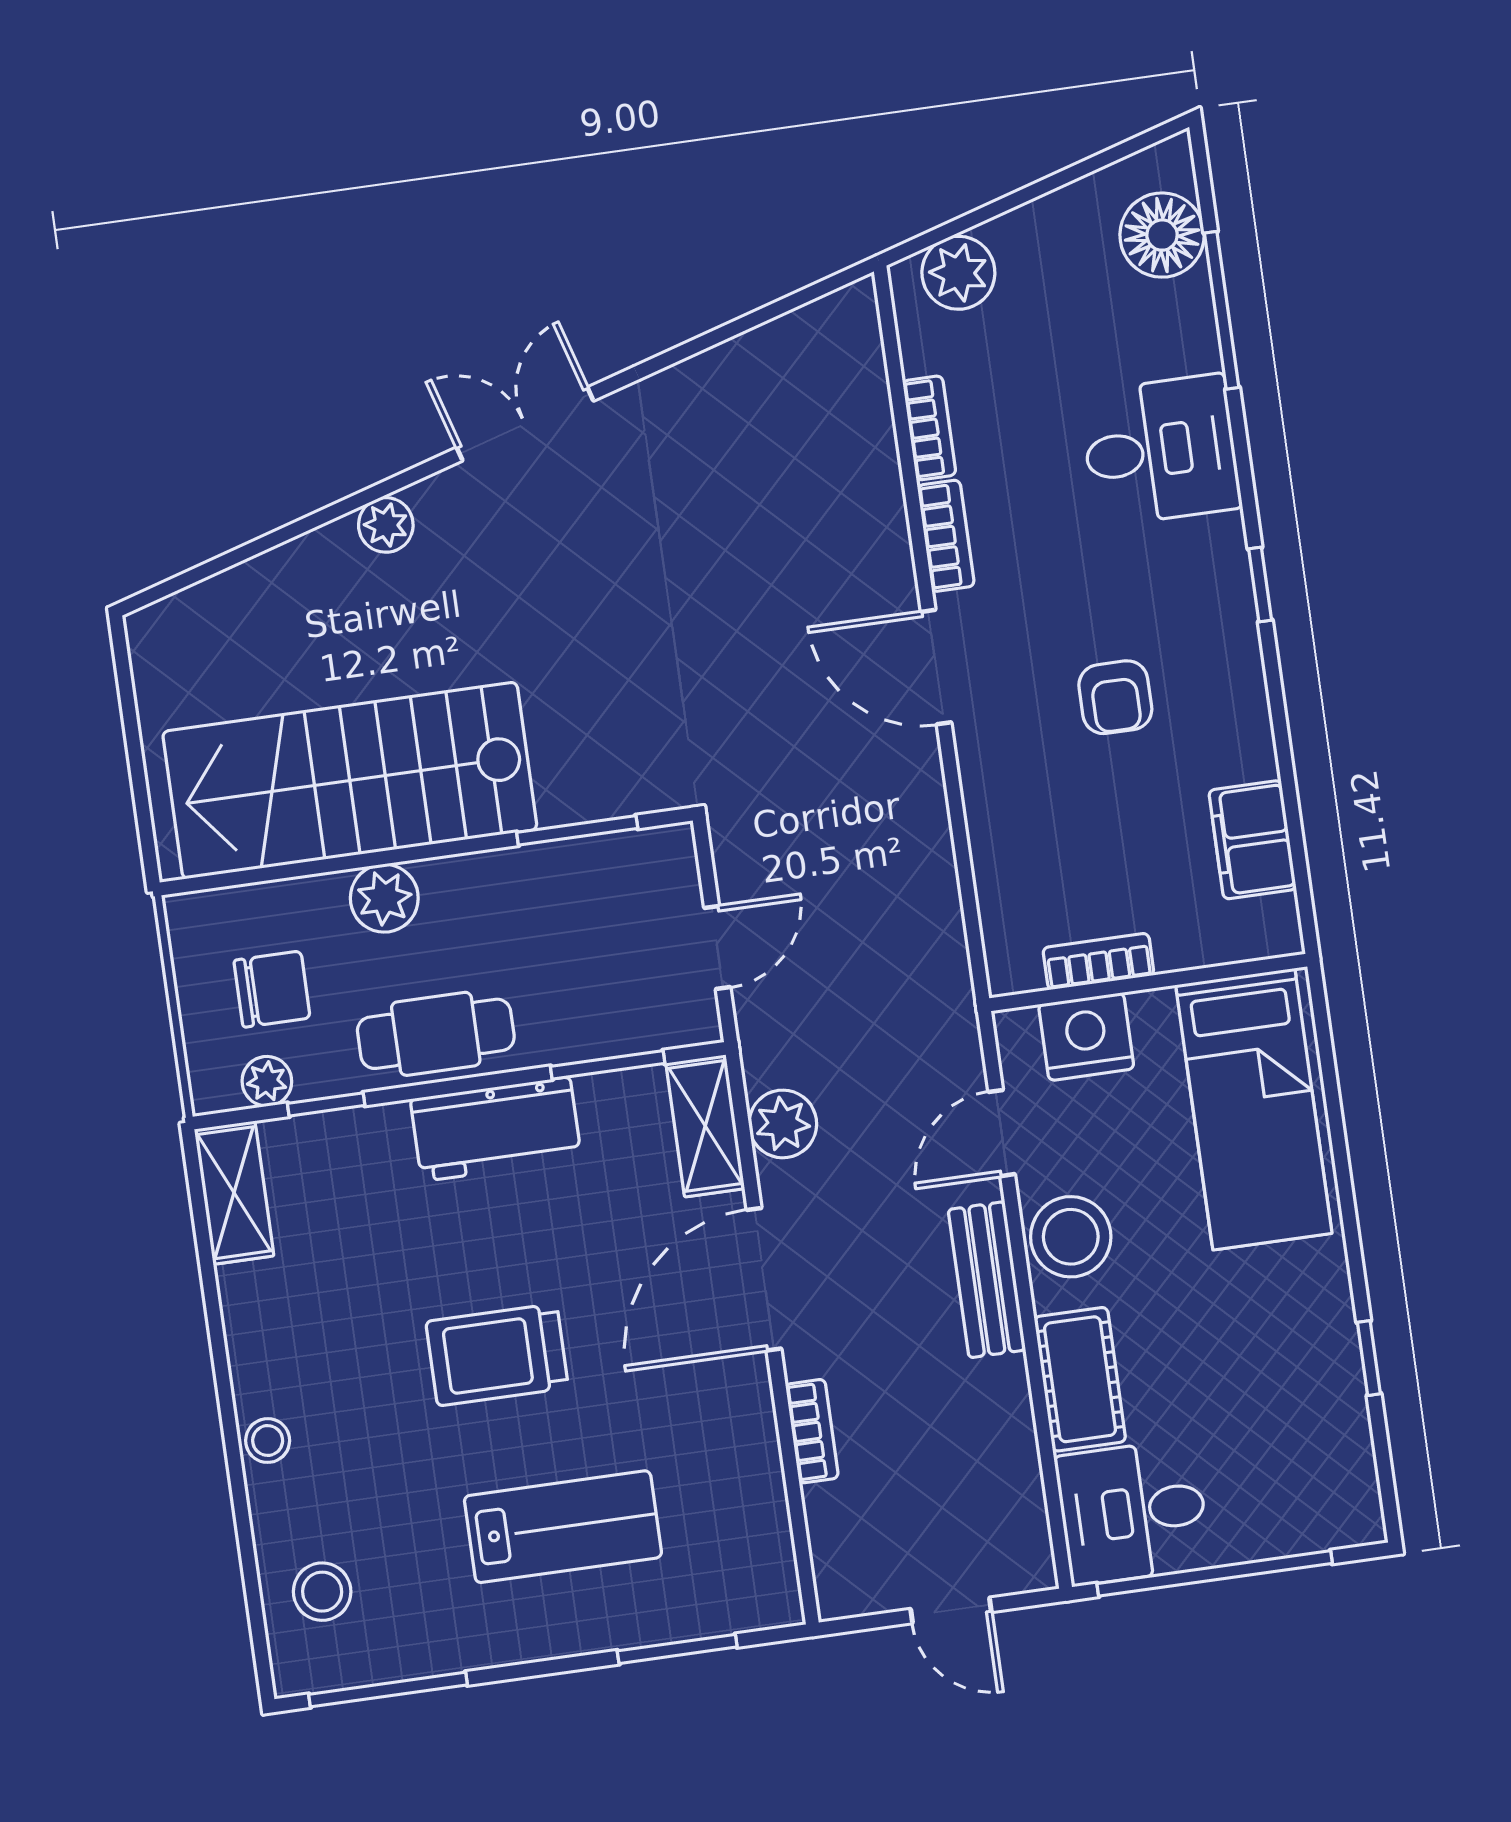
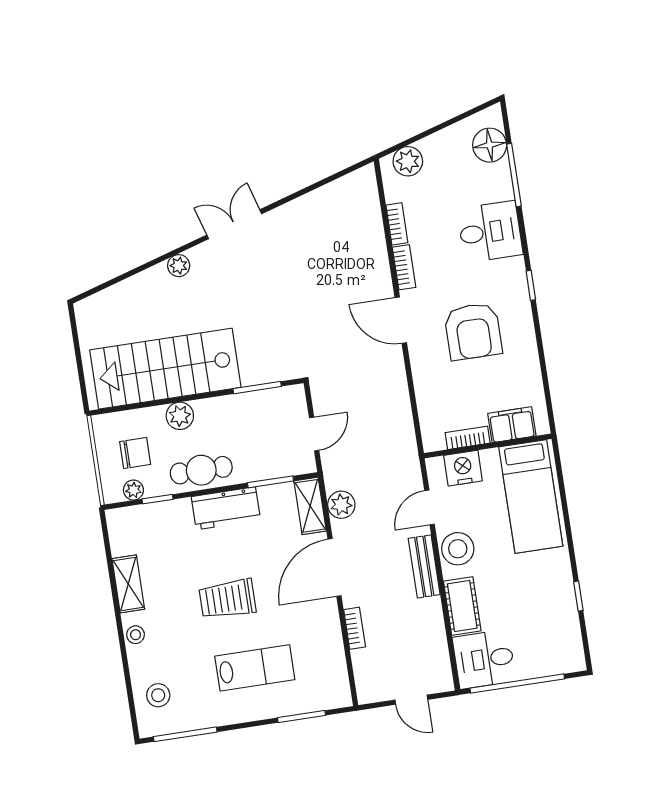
armchair: (1115, 697) -> (473, 331), width x1.88, depth x1.88
filing cabinet: (1252, 840) -> (512, 425), moved, turned 90
shelving: (234, 1193) -> (128, 584), moved

